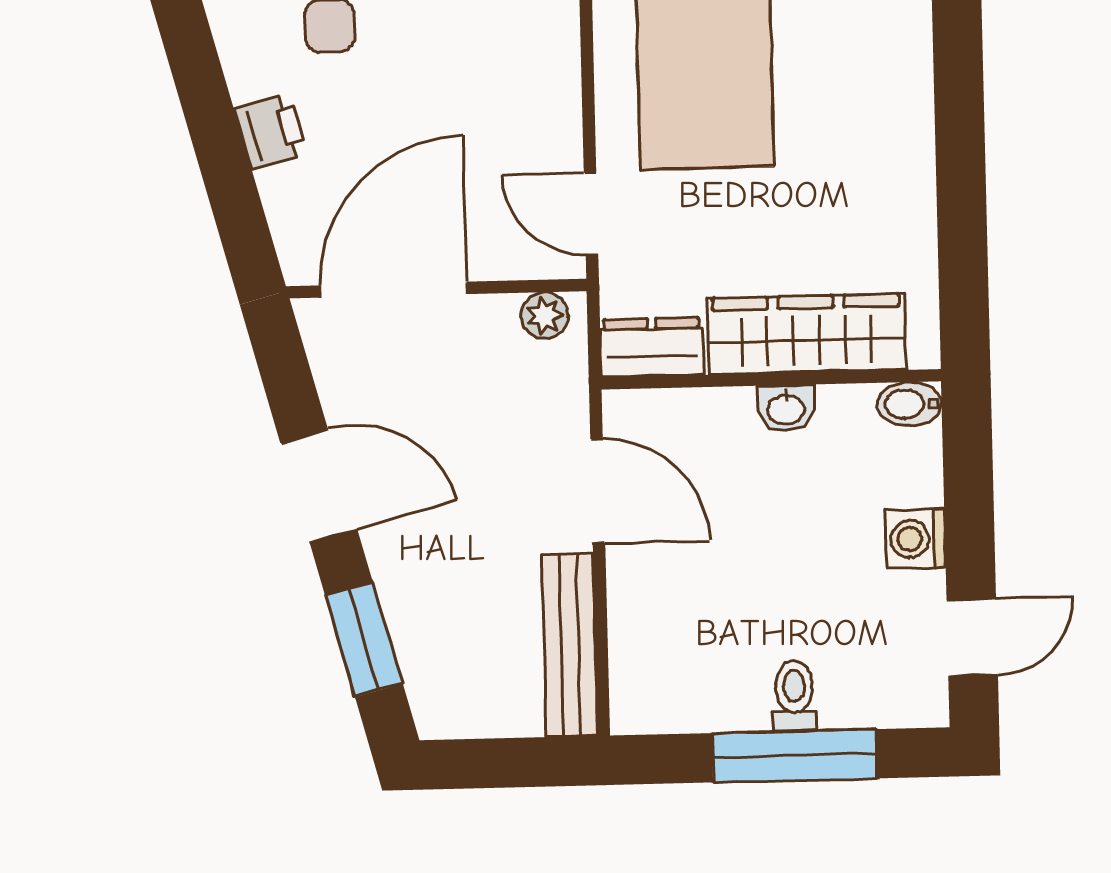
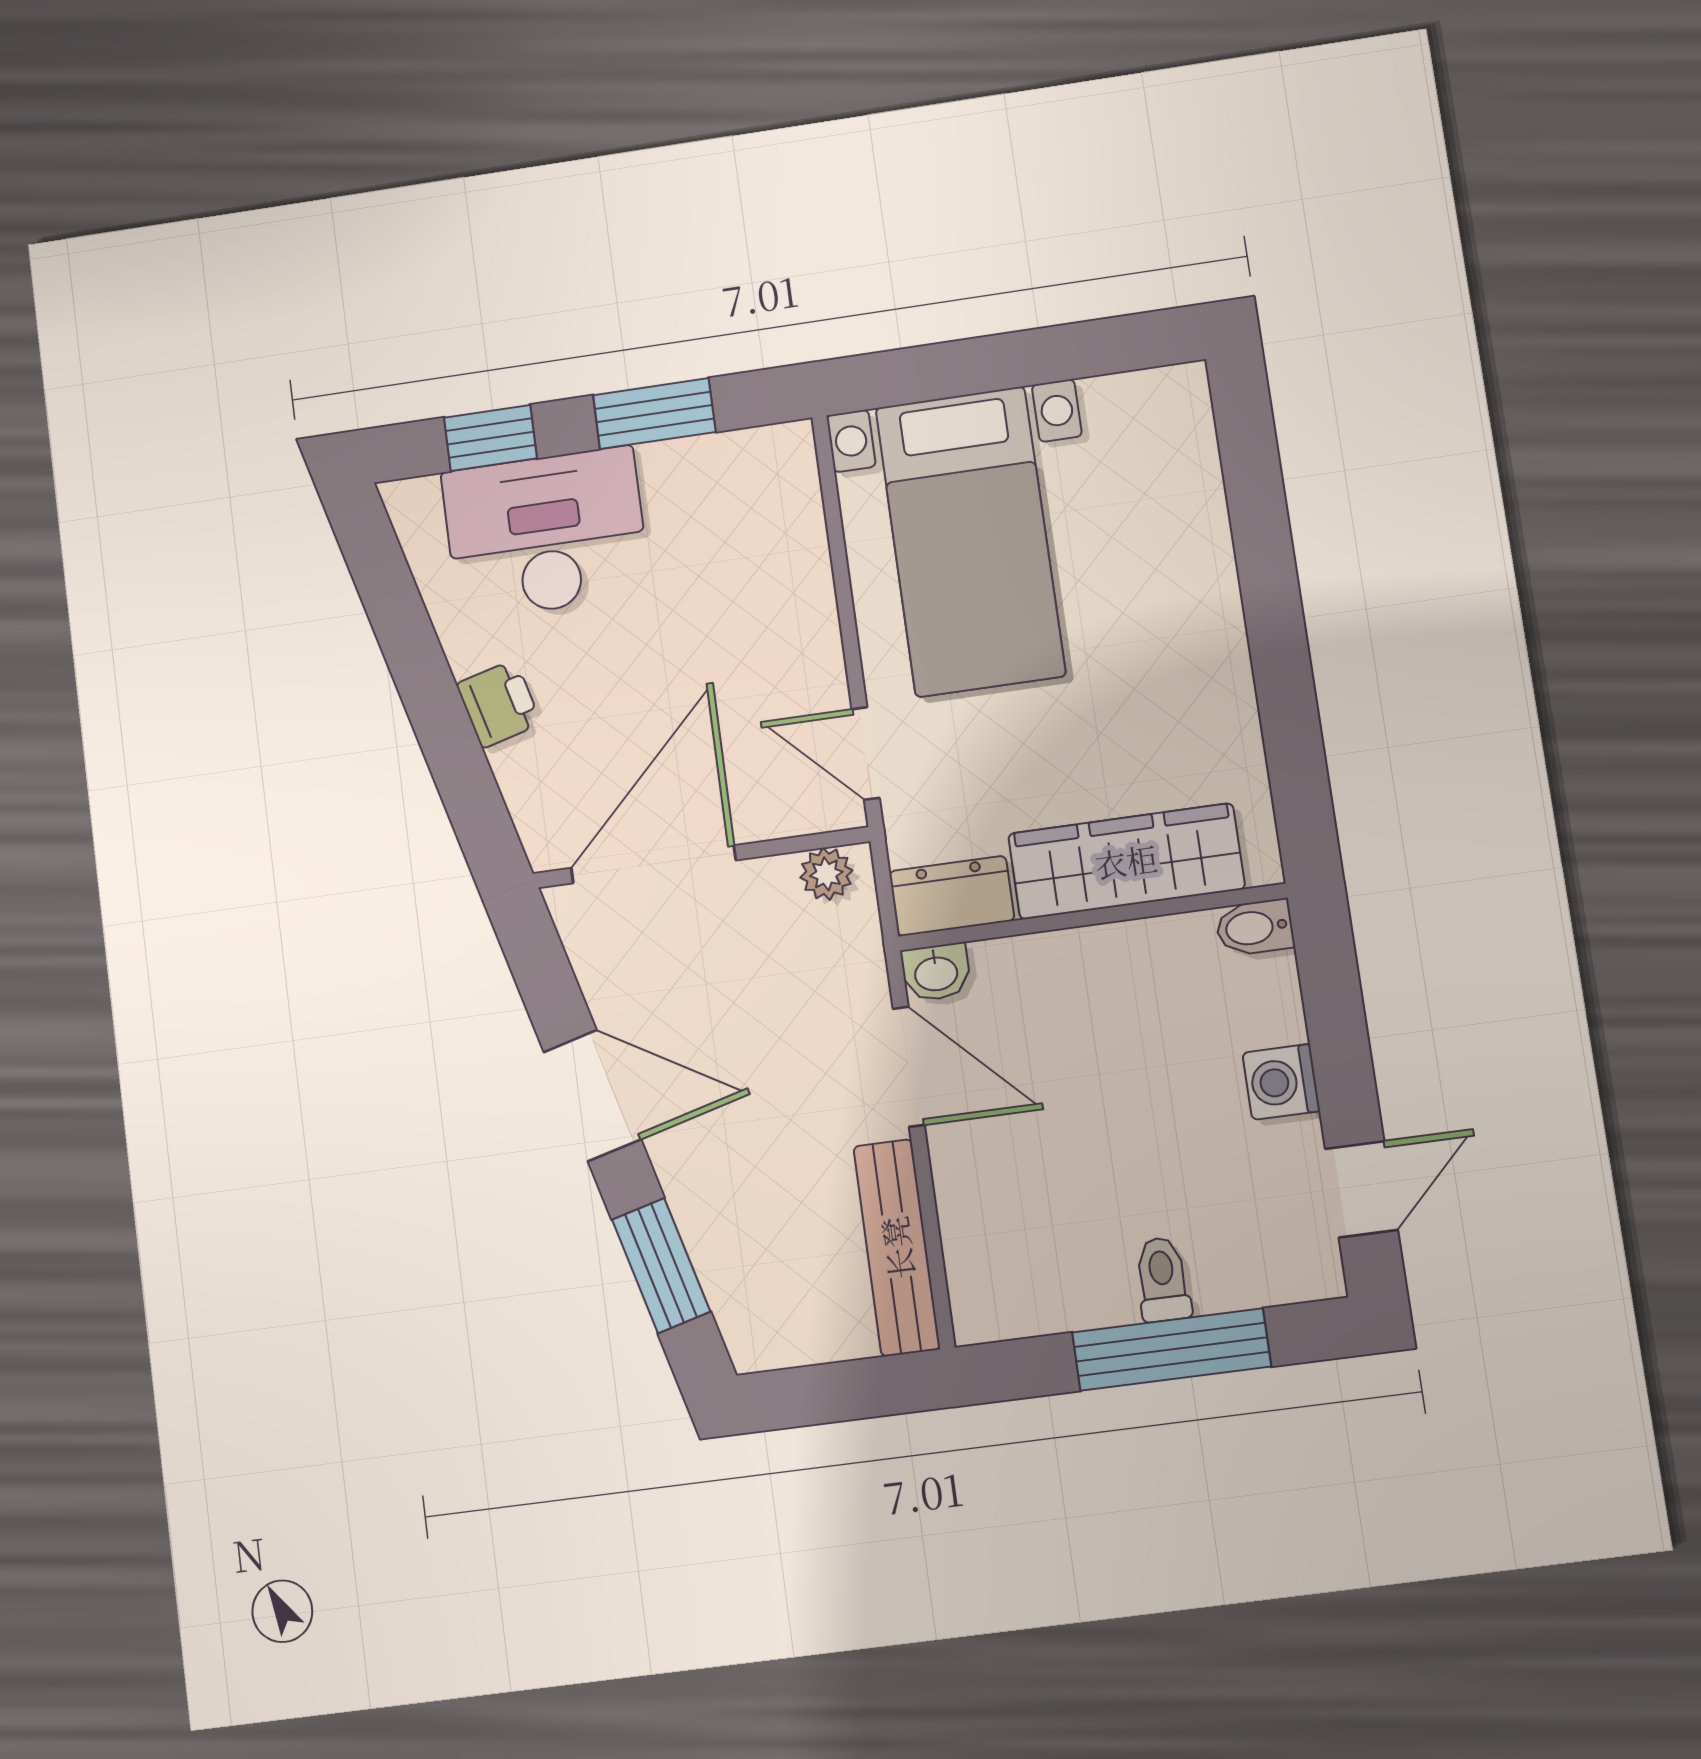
washbasin: (786, 408) -> (936, 972), moved

